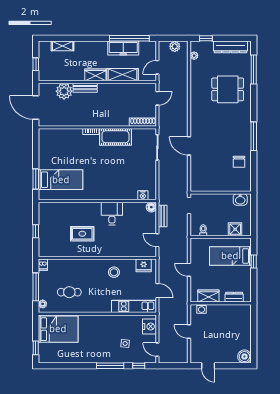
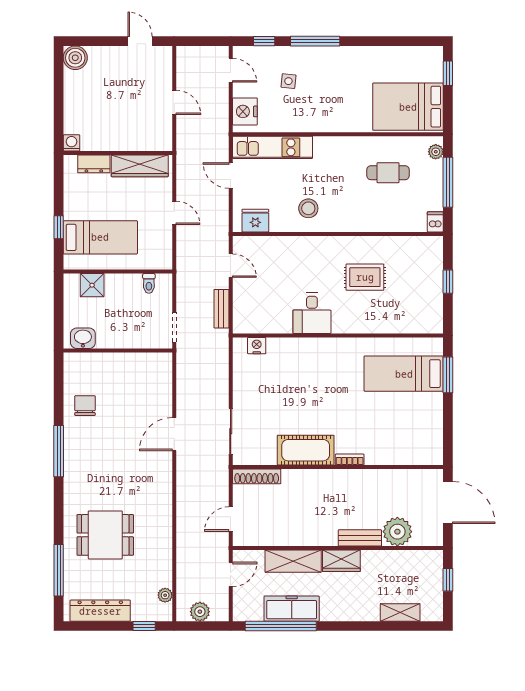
door: (189, 146) -> (174, 434), swing flipped
floor lamp: (151, 207) -> (242, 325), removed
wardrobe: (208, 296) -> (140, 166), width x1.50
washing machine: (202, 309) -> (72, 143), moved

